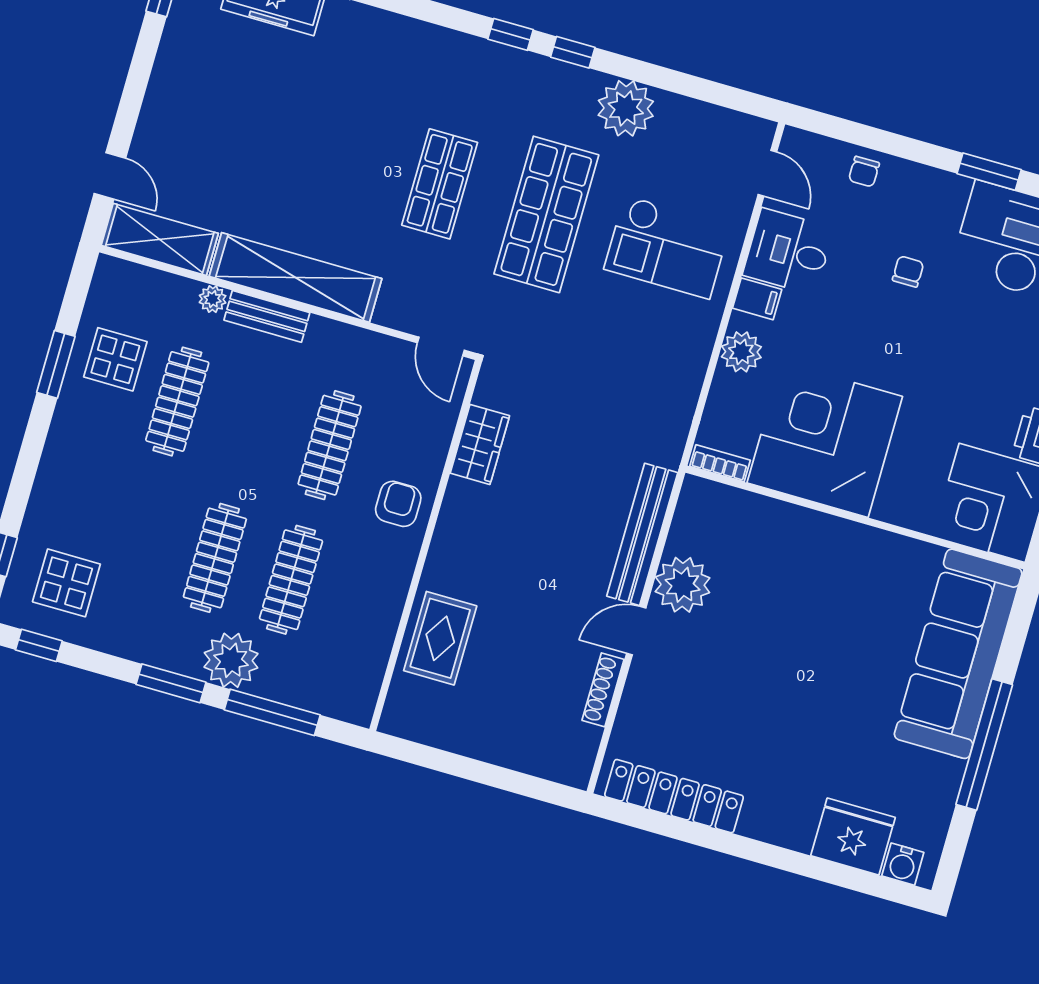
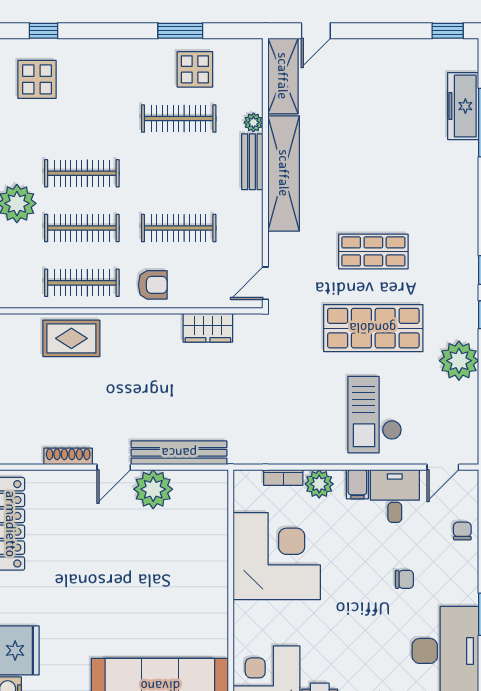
chair: (864, 172) -> (462, 531), turned 90
bookcase: (720, 463) -> (283, 477), moved, turned 90
clothes rail: (367, 602) -> (82, 283), added
door: (636, 631) -> (114, 467), swing flipped

